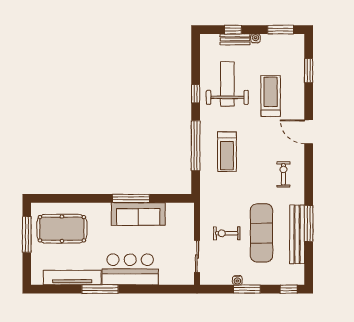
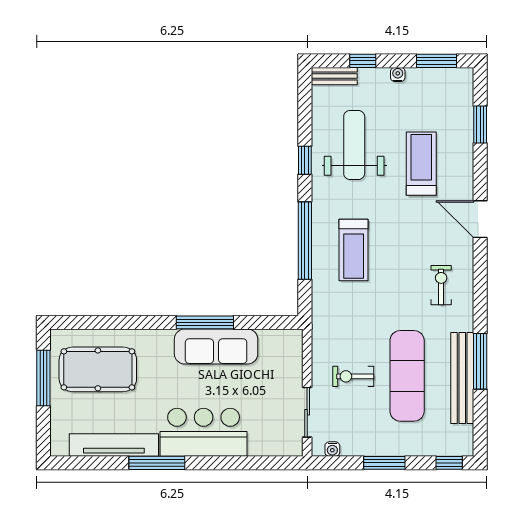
bench: (235, 39) -> (334, 76), moved
water cooler: (237, 280) -> (332, 449), moved

